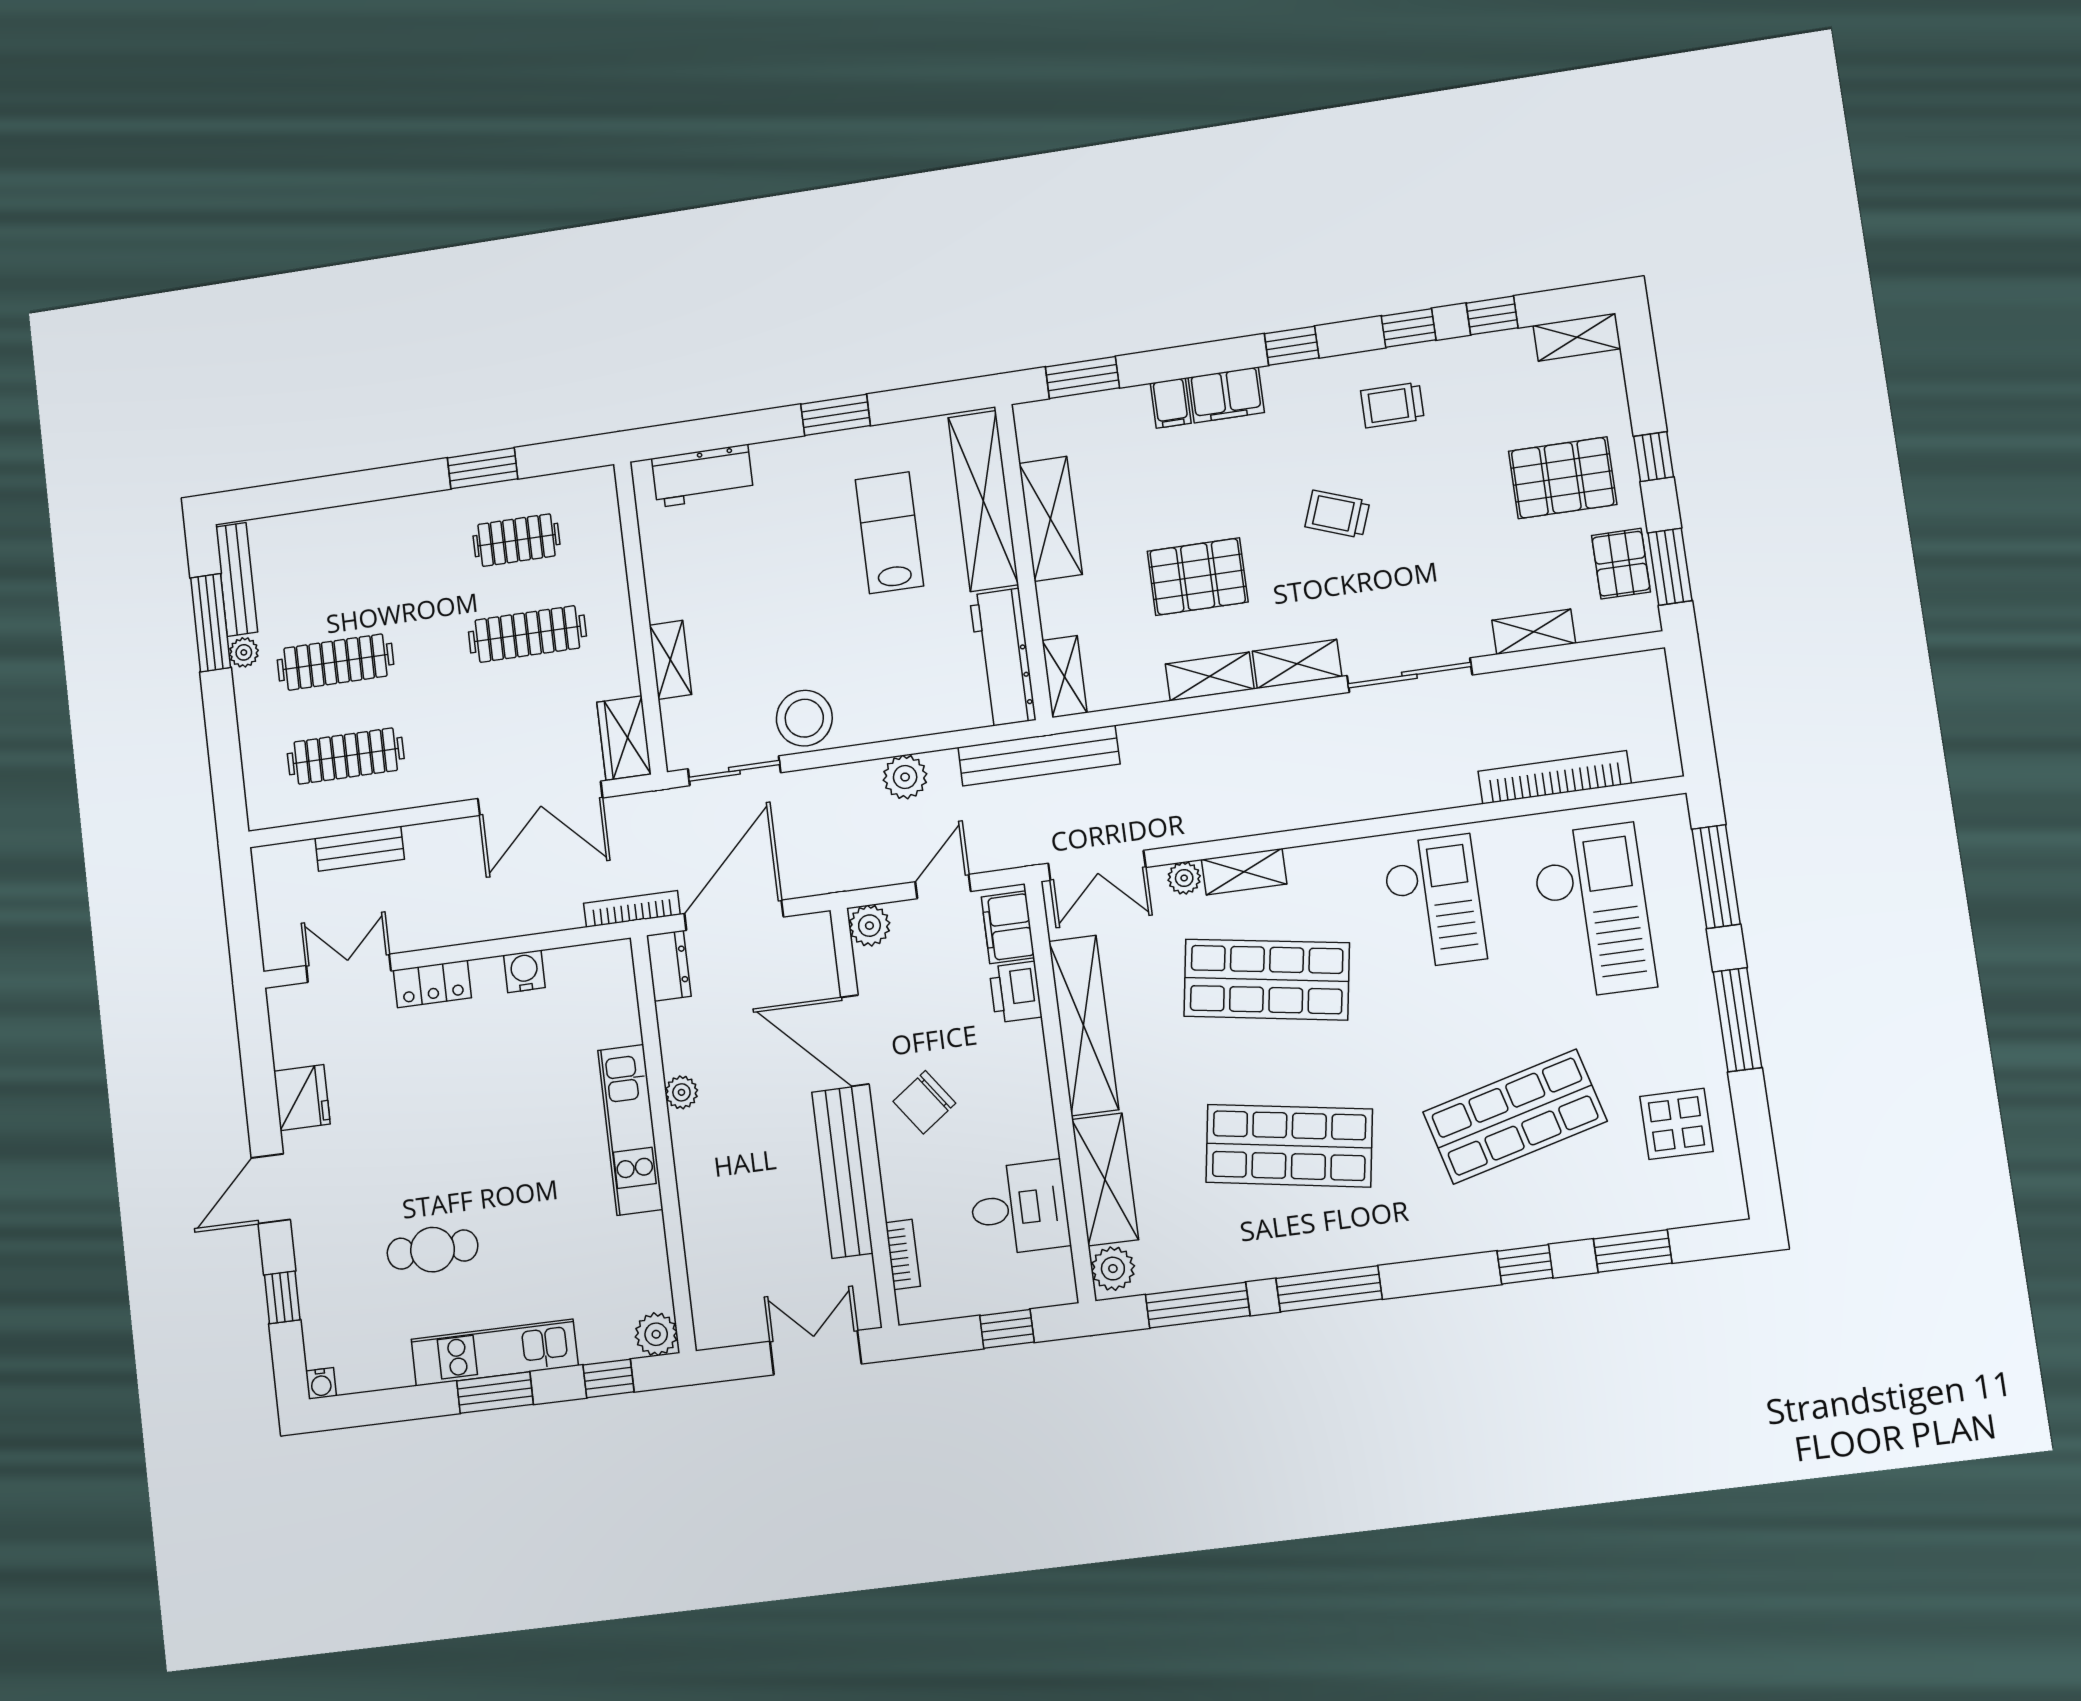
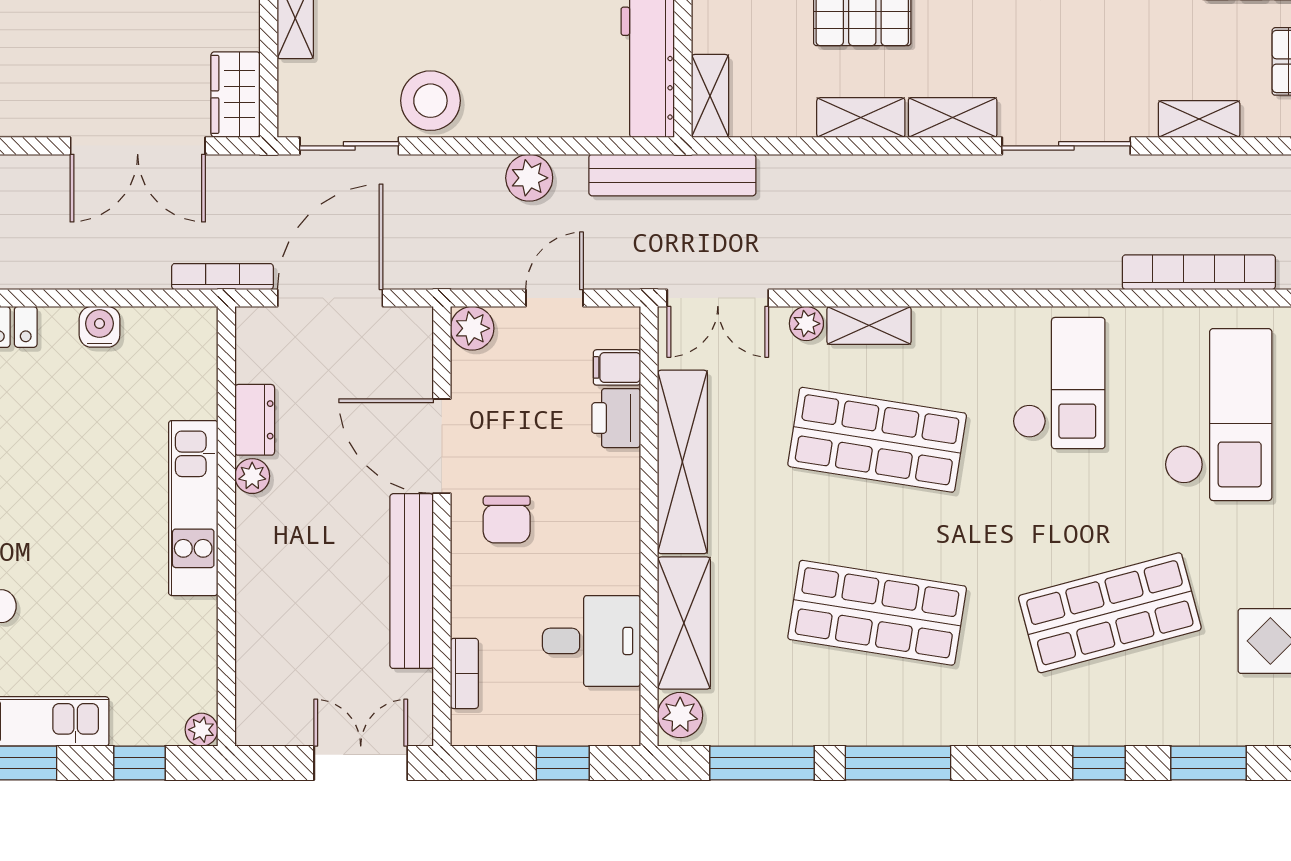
filing cabinet: (1008, 927) -> (617, 367), width x0.50
dresser: (669, 966) -> (255, 420), moved
chair: (924, 1102) -> (507, 520), turned -54
plant: (656, 1334) -> (201, 730), width x0.73, depth x0.73

